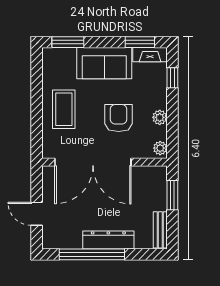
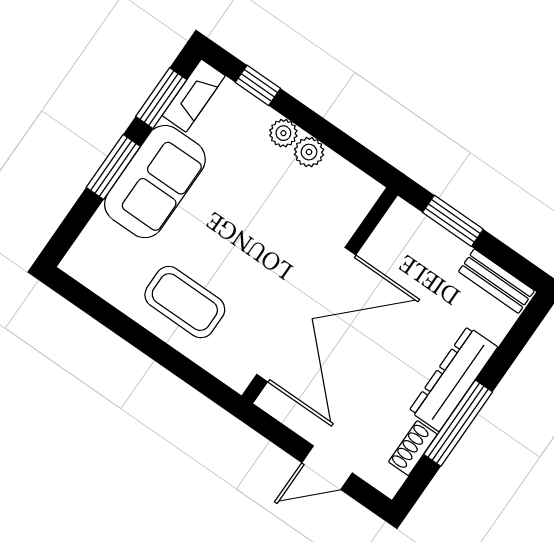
window: (68, 42) -> (113, 167), moved
armchair: (119, 118) -> (263, 221), removed
plant: (160, 148) -> (283, 133), moved
shoe rack: (69, 243) -> (413, 448), added
window: (92, 254) -> (458, 423), width x0.68

